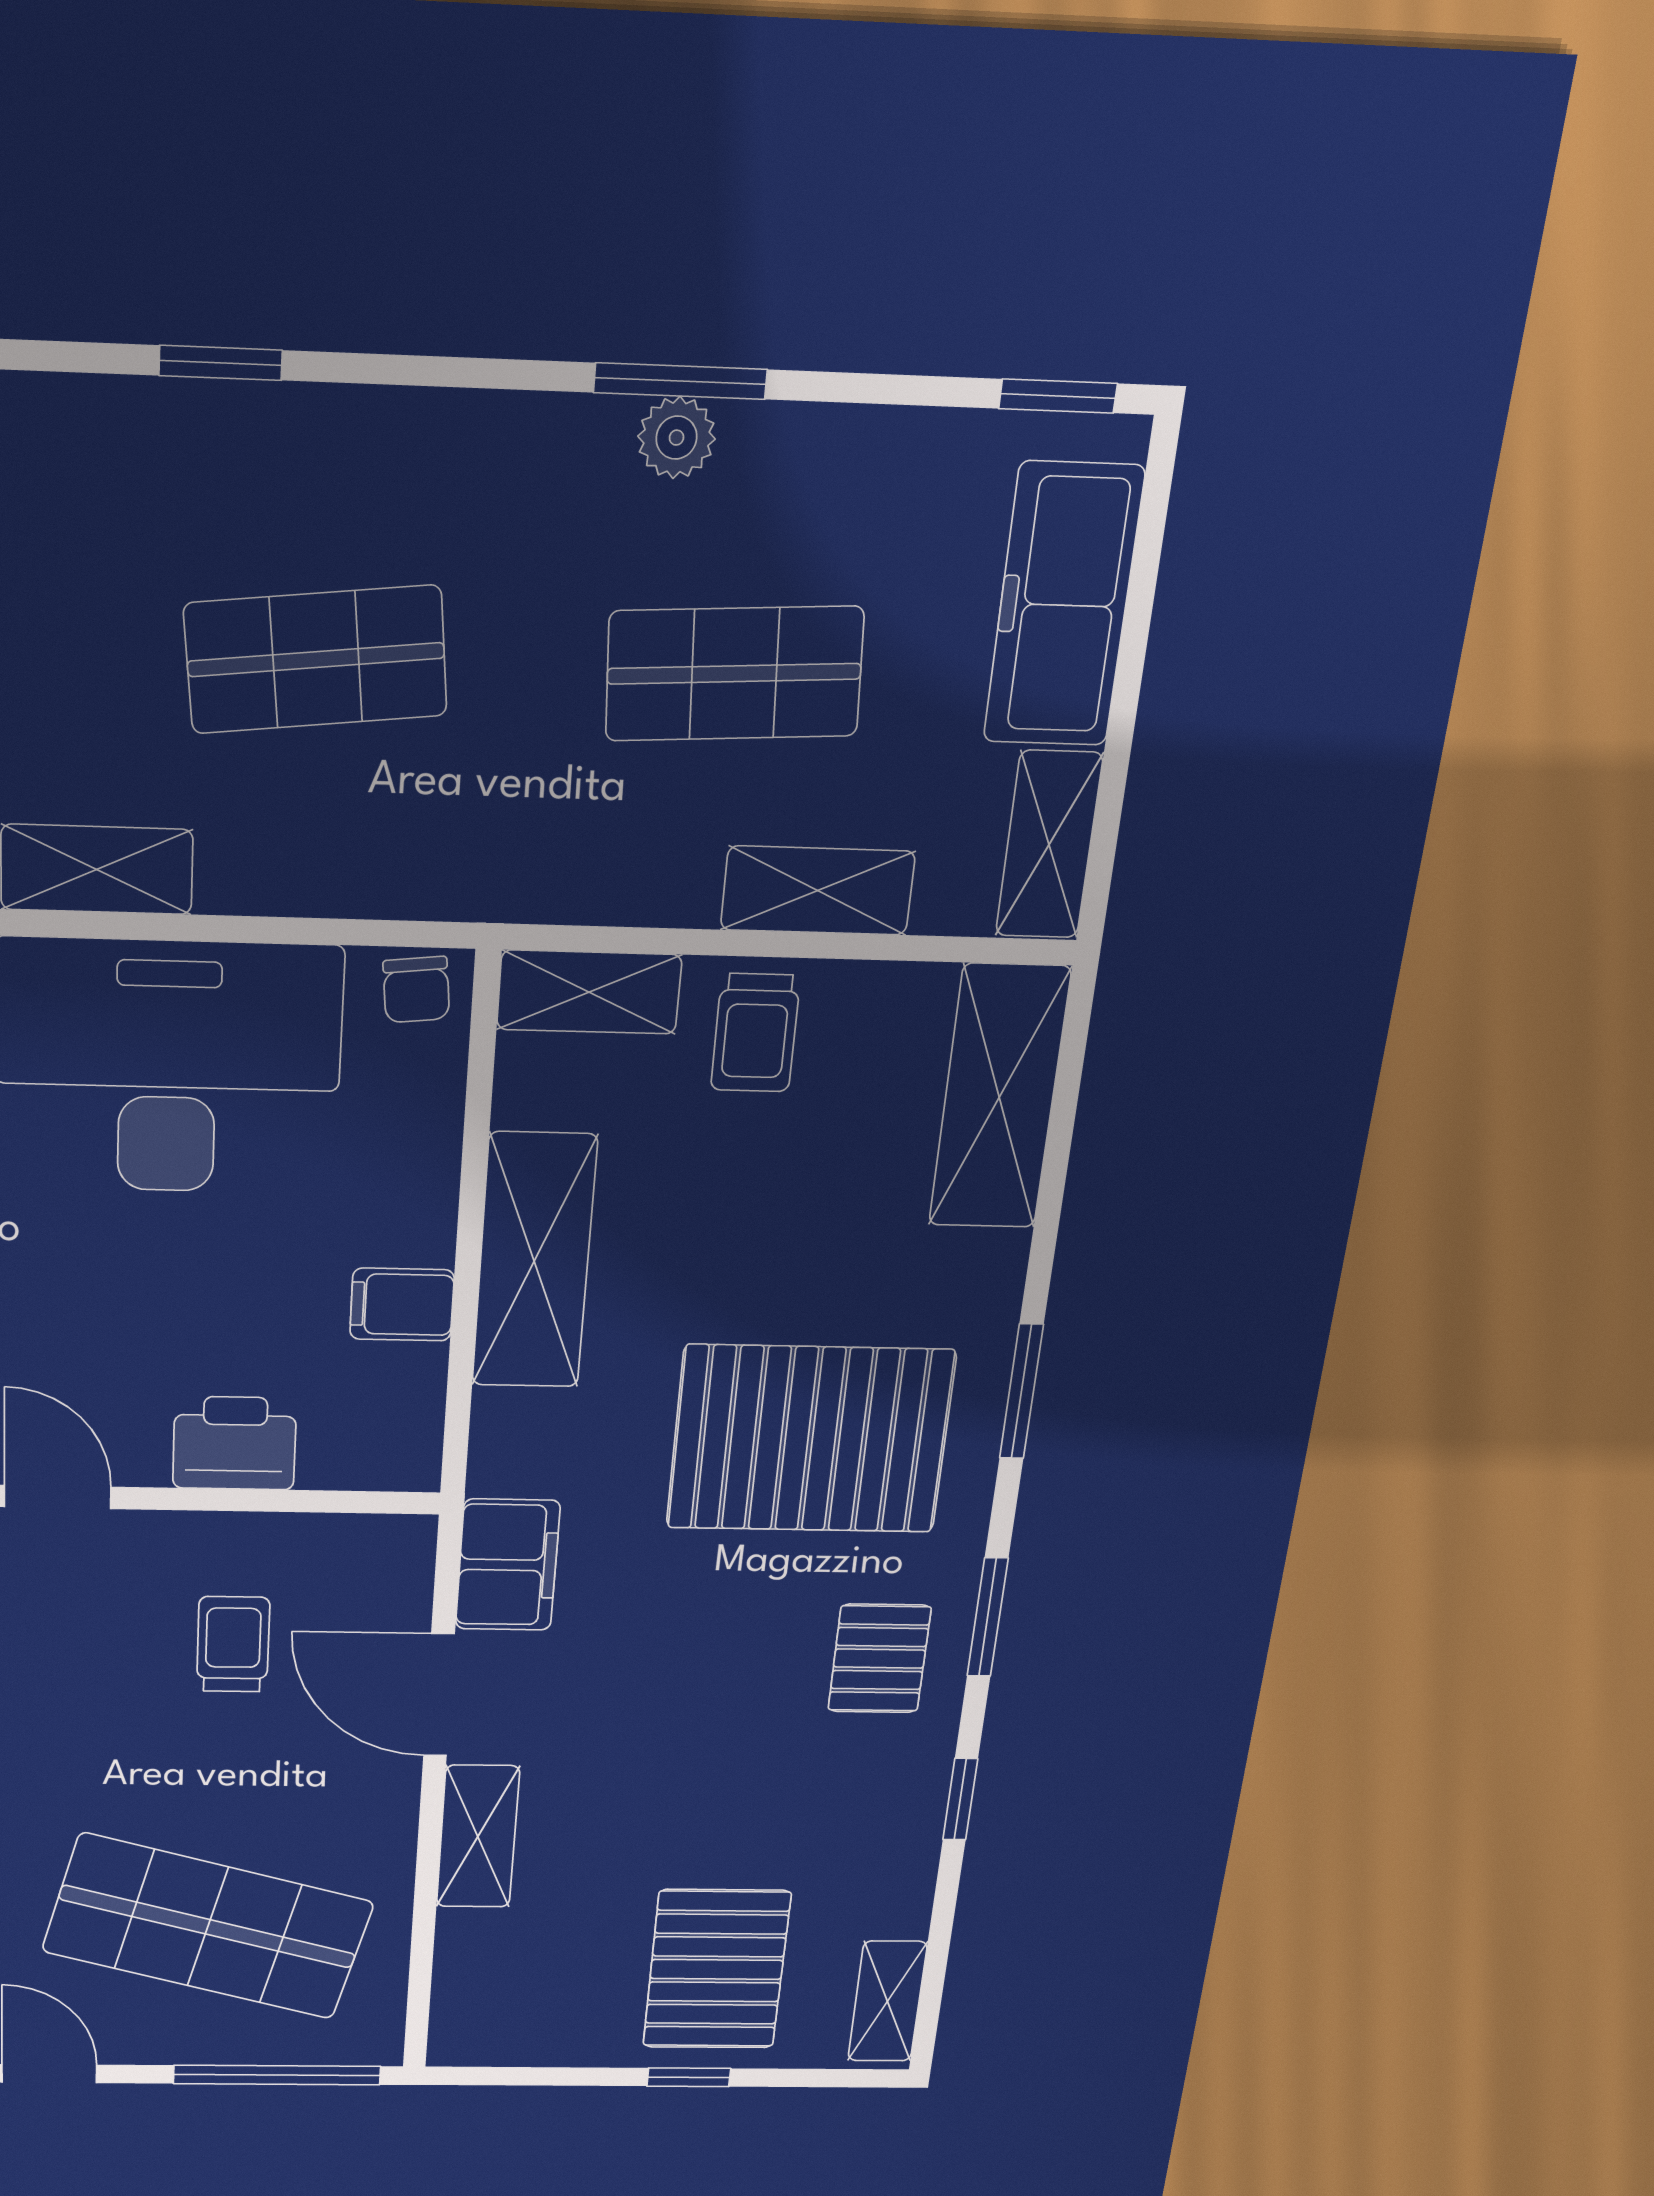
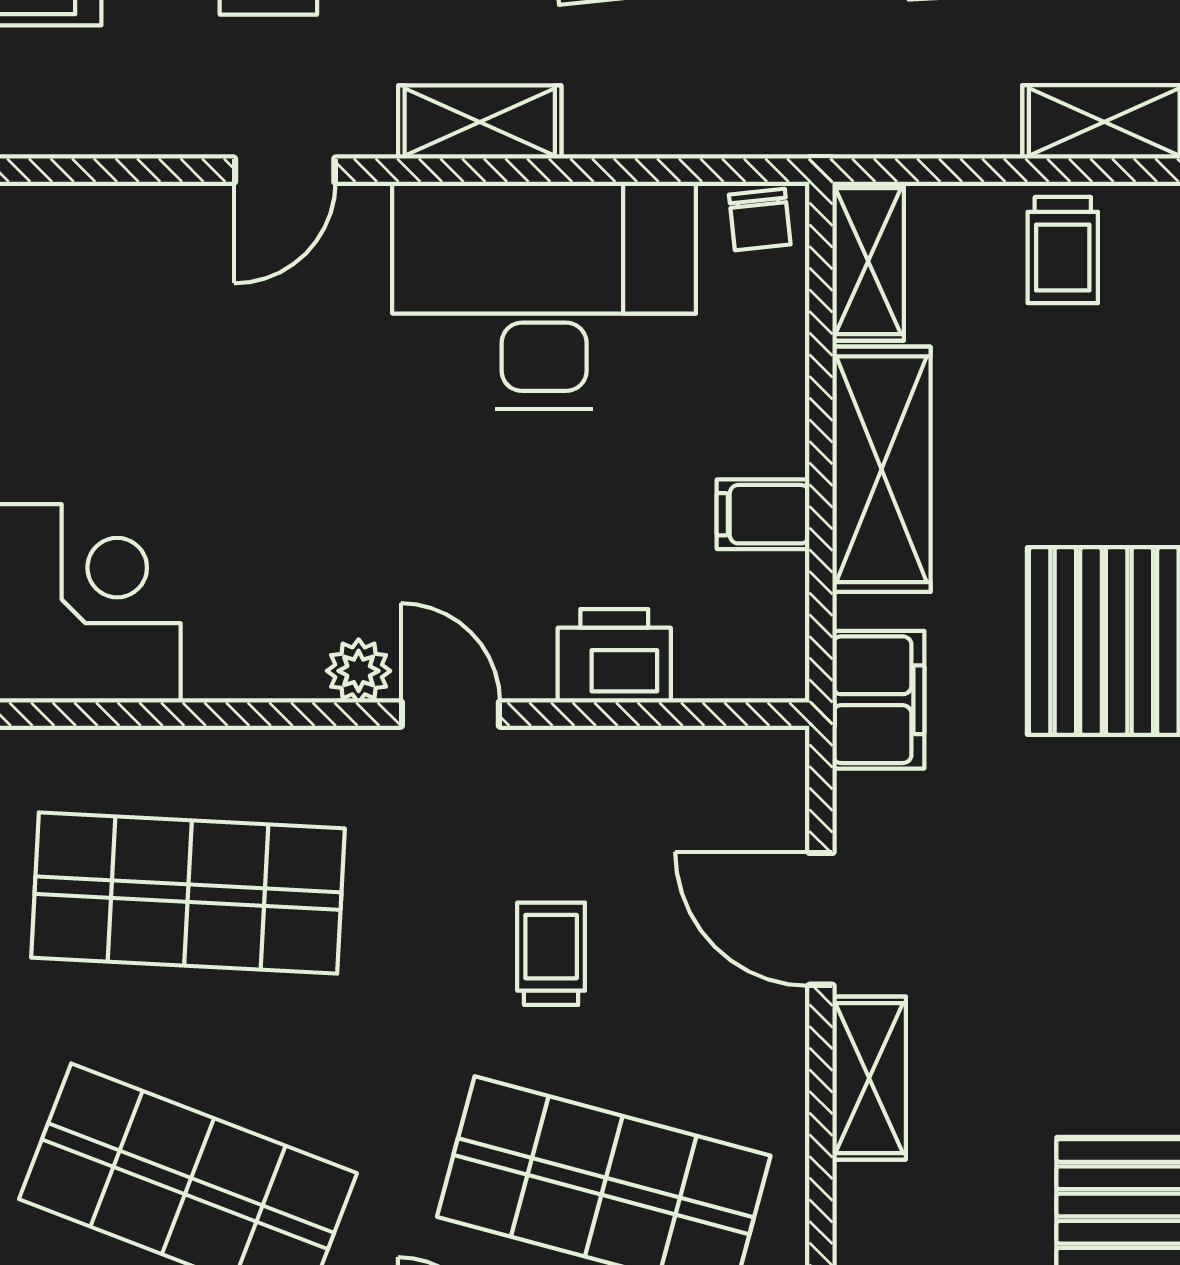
shelving: (589, 992) -> (868, 261), moved, turned 90
filing cabinet: (508, 1565) -> (878, 700), moved
trolley: (233, 1644) -> (551, 954), moved

